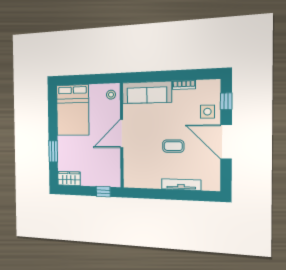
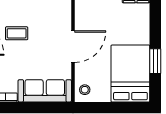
window: (53, 151) -> (155, 61), moved

